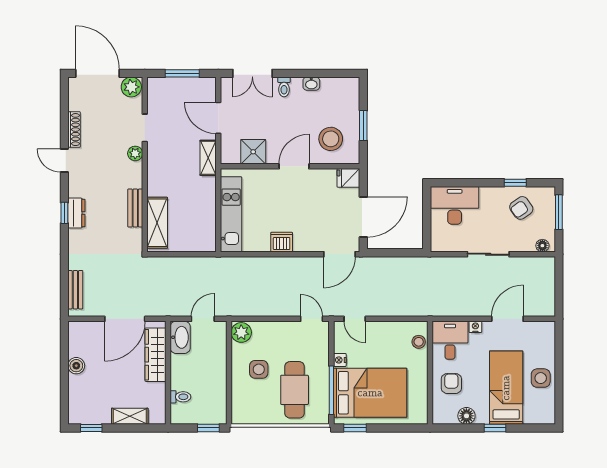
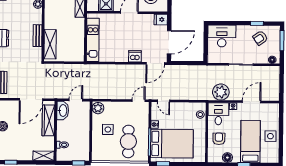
dishwasher: (282, 242) -> (135, 56), moved
plant: (454, 303) -> (221, 92), added
door: (312, 319) -> (139, 101), hinge flipped
shelving: (130, 416) -> (44, 156), moved

